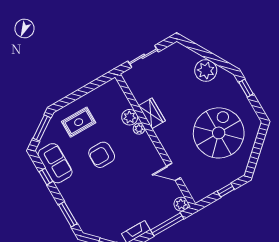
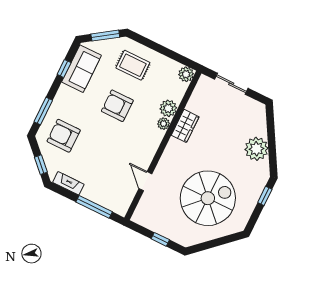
plant: (181, 204) -> (186, 74), moved
armchair: (97, 211) -> (64, 136), added

